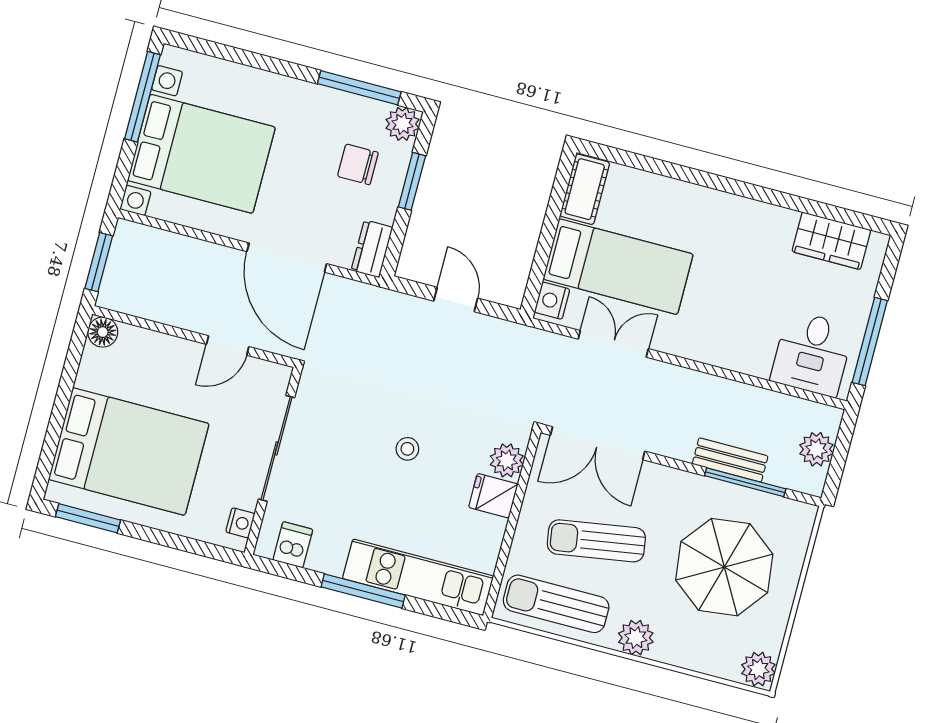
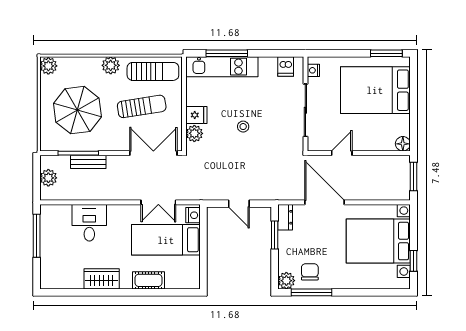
window: (143, 97) -> (413, 261), width x0.46
chair: (358, 164) -> (310, 272), moved, turned -90
window: (412, 181) -> (275, 235), moved
cot: (585, 189) -> (148, 280), moved, turned 90
wardrobe: (831, 241) -> (102, 279), moved
desk: (812, 354) -> (89, 223), moved
window: (363, 591) -> (227, 53), moved

